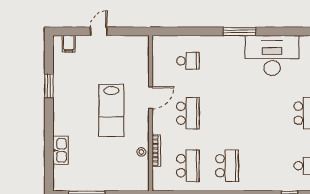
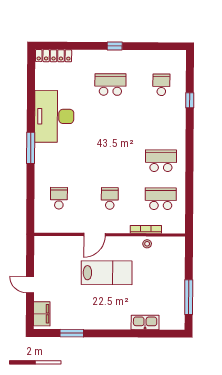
filing cabinet: (69, 44) -> (42, 314), width x2.00
window: (49, 86) -> (72, 333), moved
door: (151, 98) -> (94, 235), swing flipped
school desk: (188, 113) -> (110, 198), width x0.54

